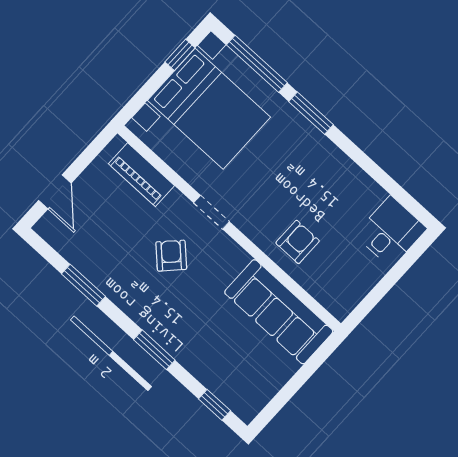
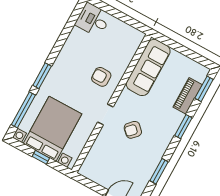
window: (180, 55) -> (41, 157), moved
piano: (141, 175) -> (188, 96), moved, turned 180
armchair: (298, 242) -> (101, 77), moved
window: (215, 405) -> (204, 89), width x1.50

